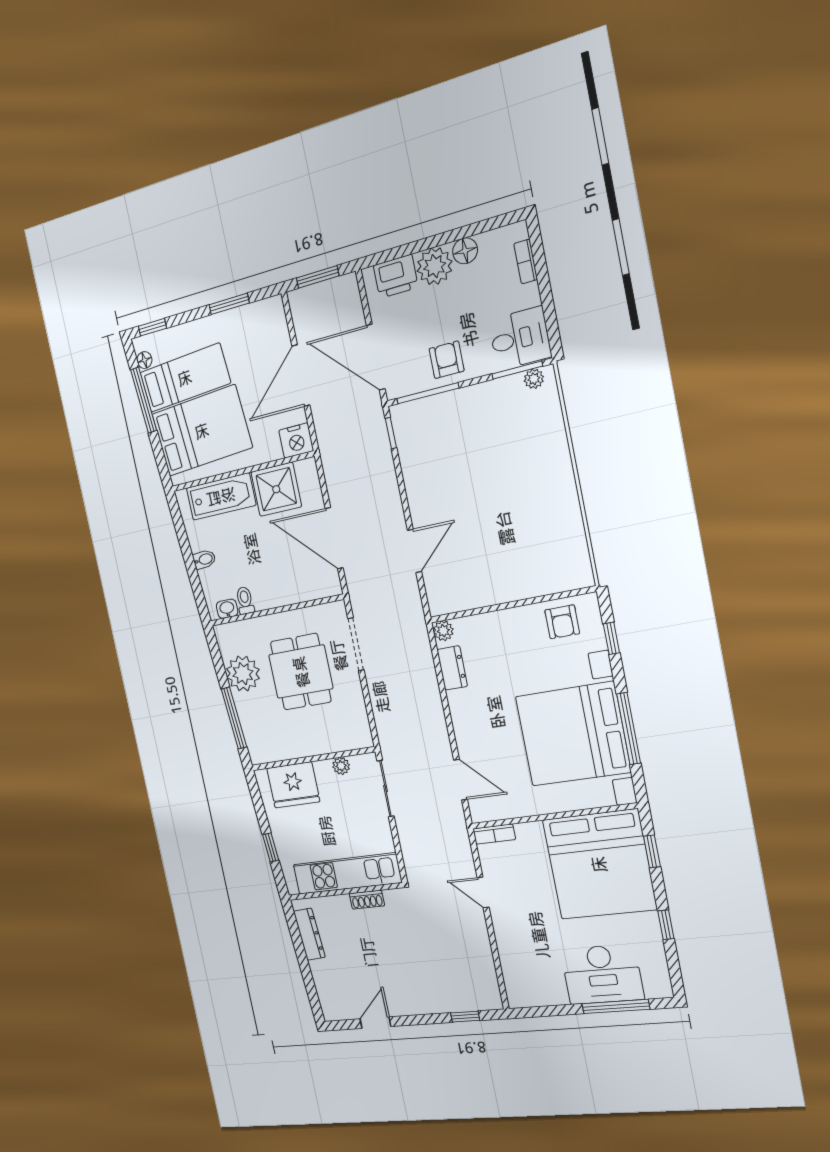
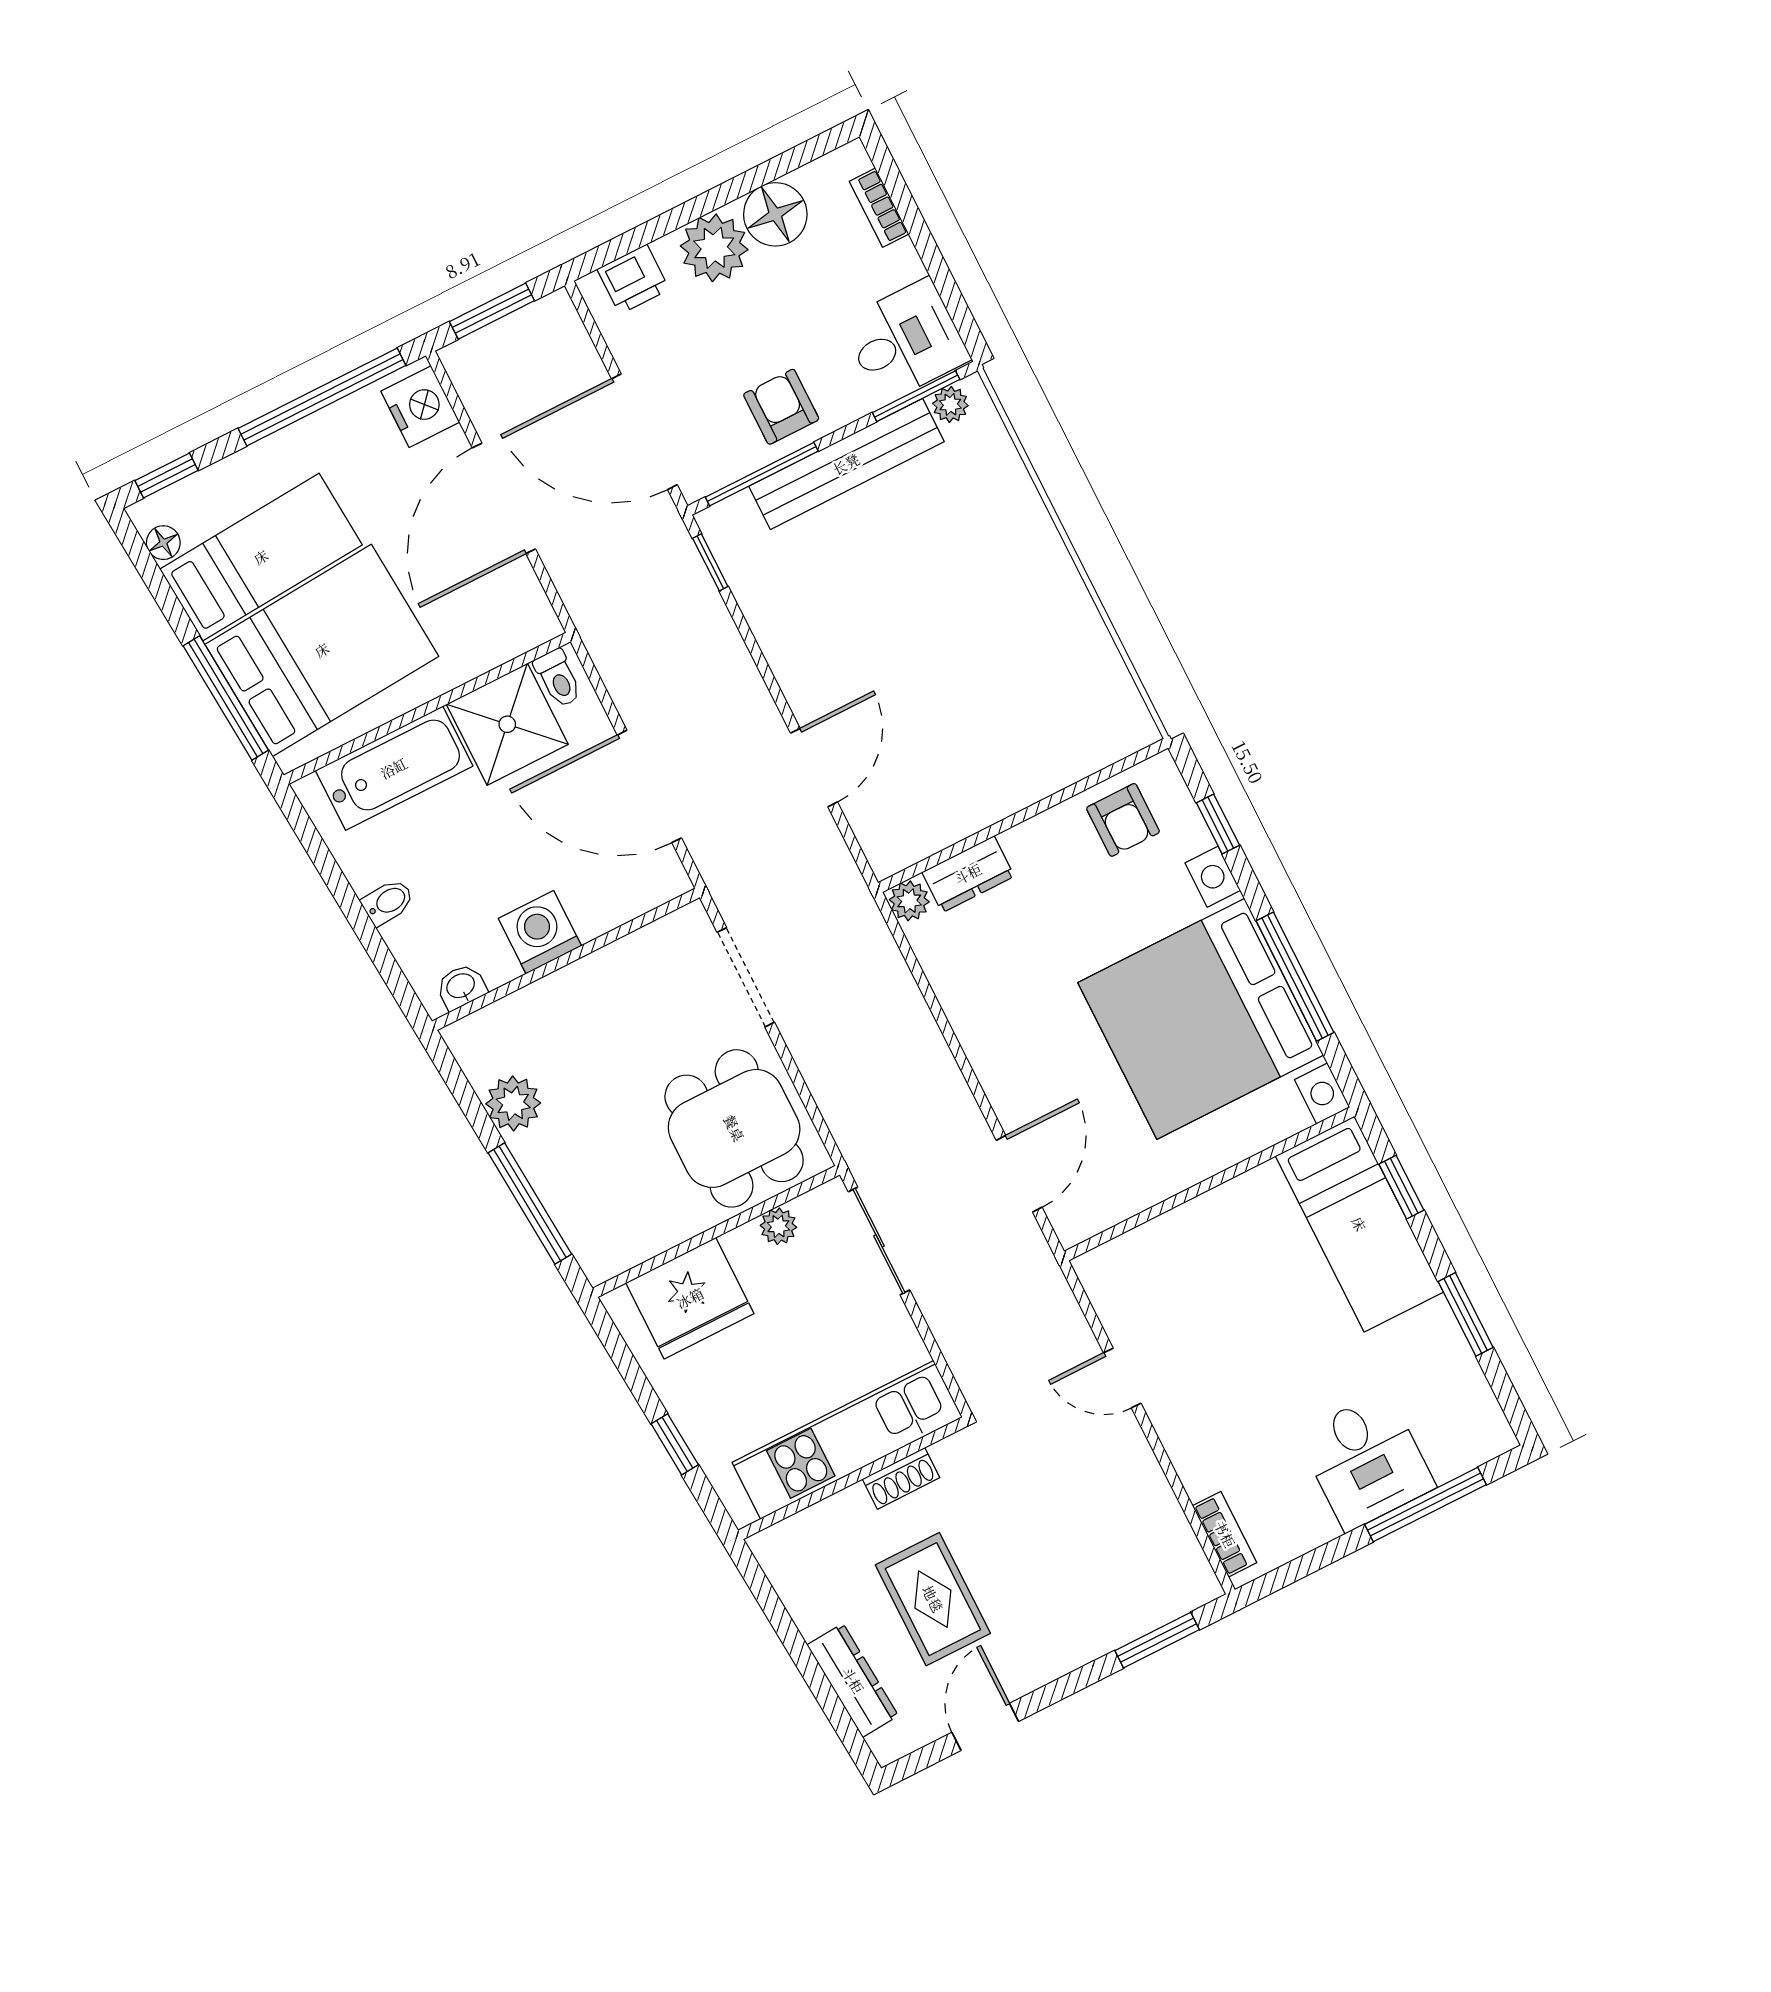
floor lamp: (465, 251) -> (775, 214), width x1.38, depth x1.38
printer: (396, 276) -> (633, 279), width x0.73, depth x0.81
window: (229, 304) -> (322, 397), width x2.11
bench: (472, 398) -> (846, 464), added
window: (144, 400) -> (226, 698), moved
nightstand: (296, 441) -> (420, 407), moved, turned -90
washing machine: (268, 594) -> (540, 932), added
toilet: (245, 600) -> (558, 678), moved, turned 180
dresser: (452, 668) -> (968, 874), moved, turned 90
dining table: (301, 672) -> (734, 1128), moved
plant: (243, 674) -> (513, 1103), width x0.73, depth x0.73
door: (460, 780) -> (1019, 1174), hinge flipped
bookcase: (494, 834) -> (1225, 1534), moved, turned -90
bed: (599, 864) -> (1359, 1224), width x0.49
window: (666, 925) -> (1466, 1314), width x1.50
dresser: (309, 934) -> (853, 1680), moved
rug: (367, 958) -> (933, 1599), added
desk: (602, 974) -> (1366, 1461), width x0.73
window: (465, 1017) -> (1157, 1640), width x1.50

